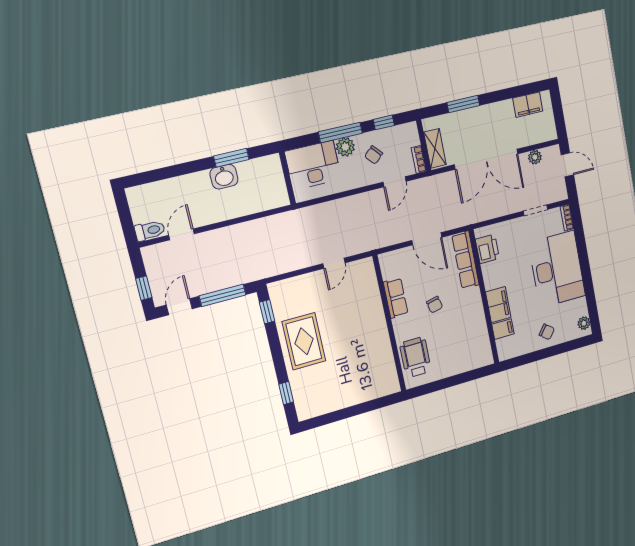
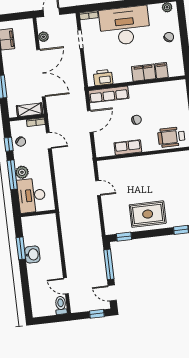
chair: (374, 155) -> (21, 142), moved

